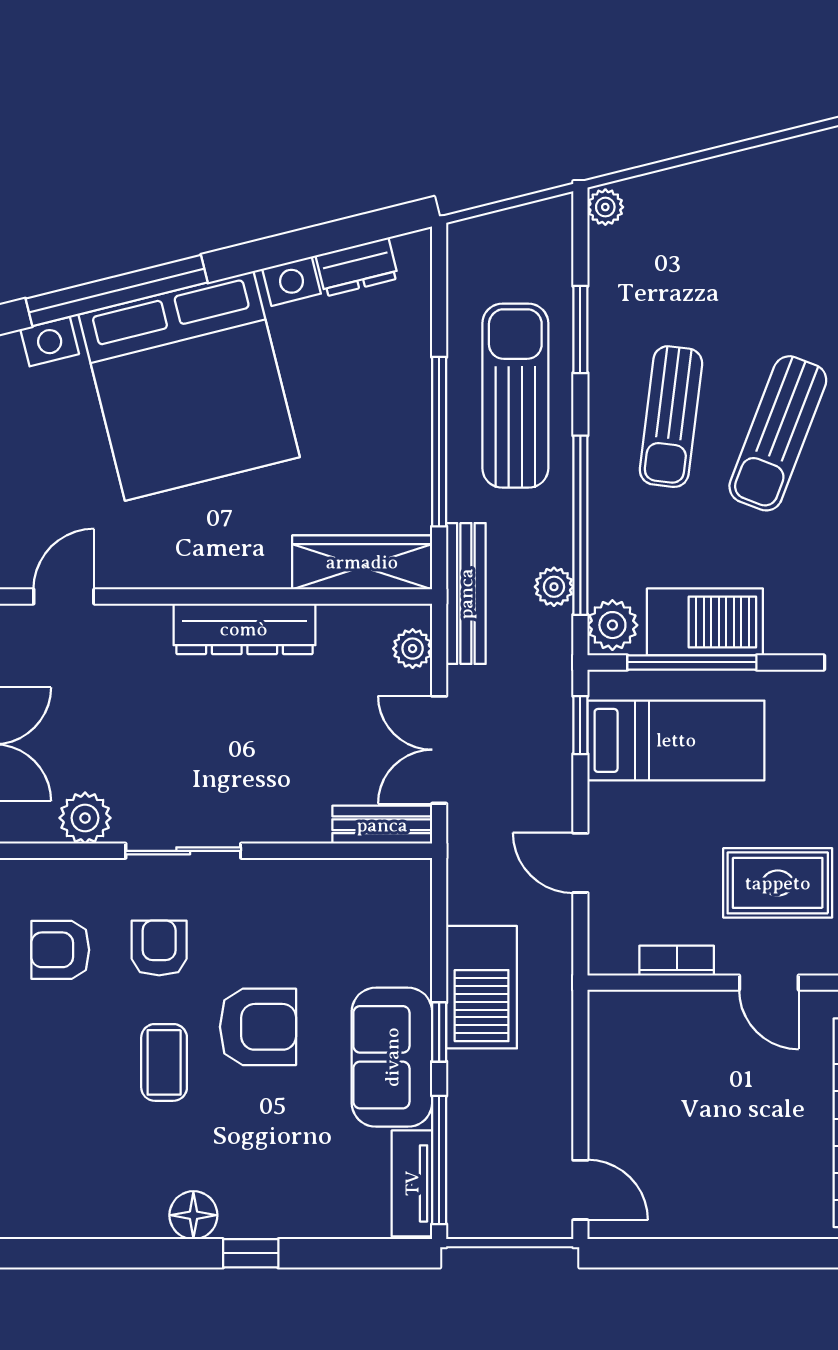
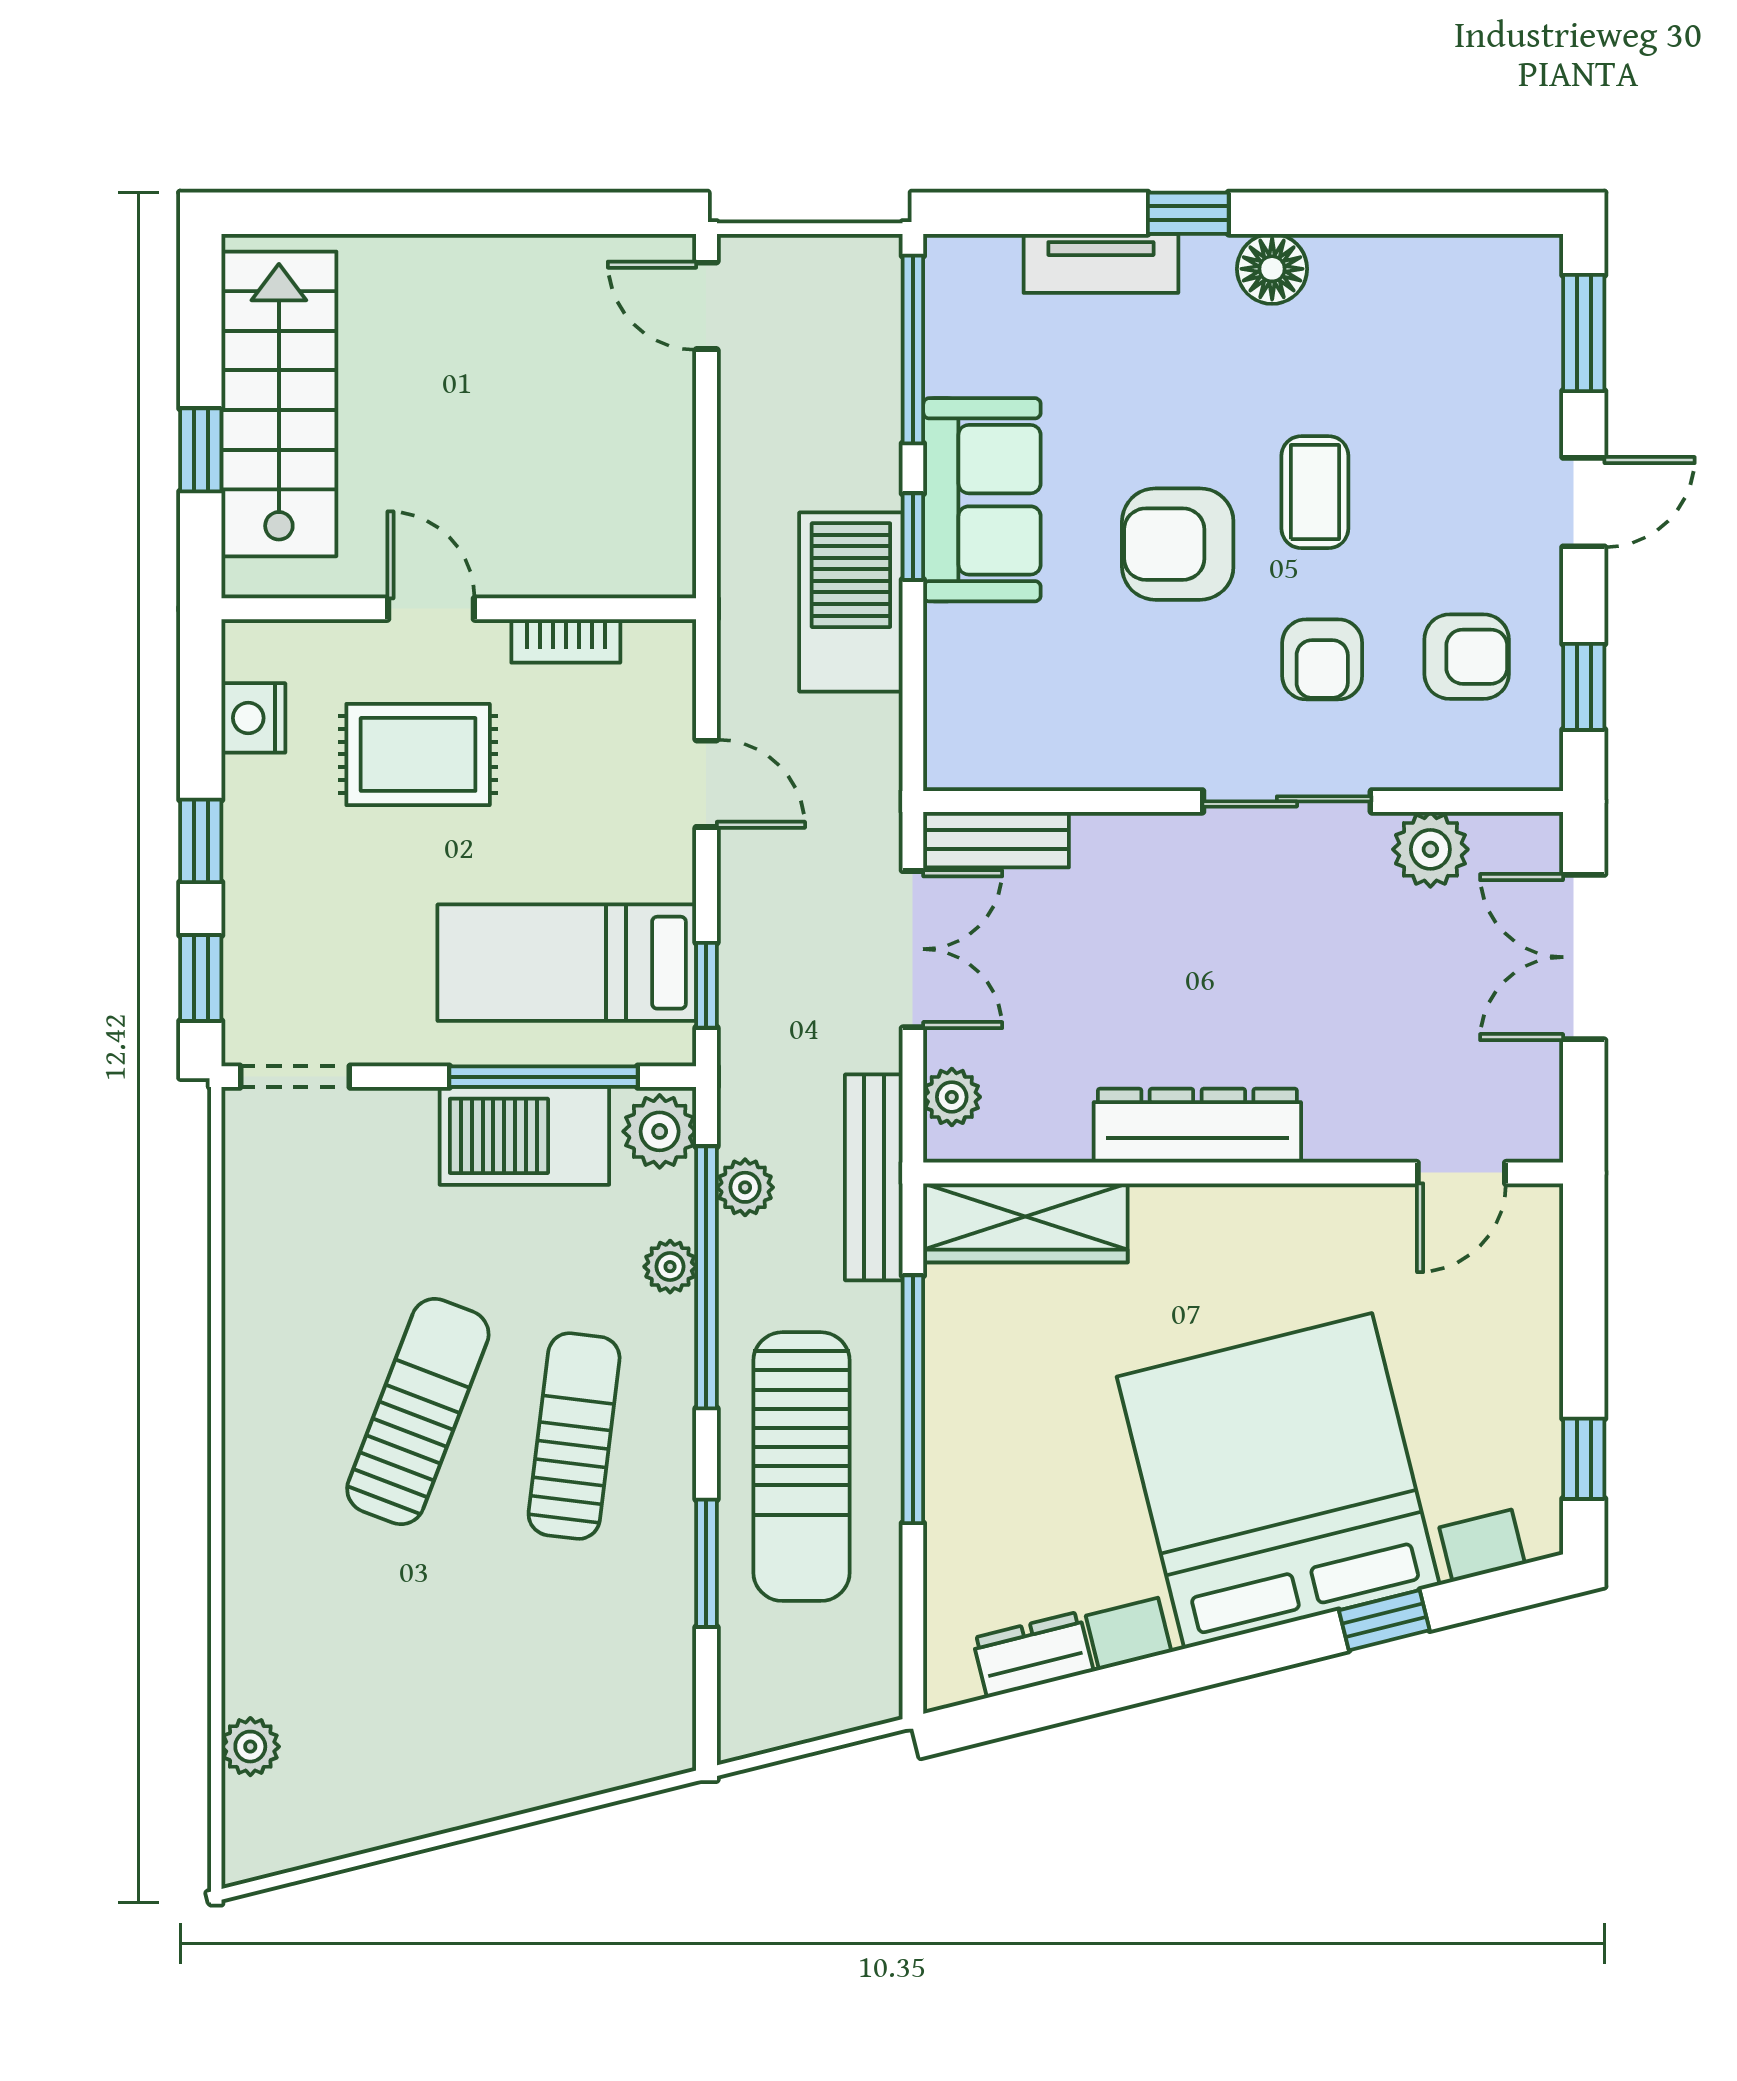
plant: (605, 207) -> (670, 1267), moved
window: (117, 291) -> (1384, 1620), width x0.32
tv unit: (412, 1183) -> (1101, 263), moved, turned 90

